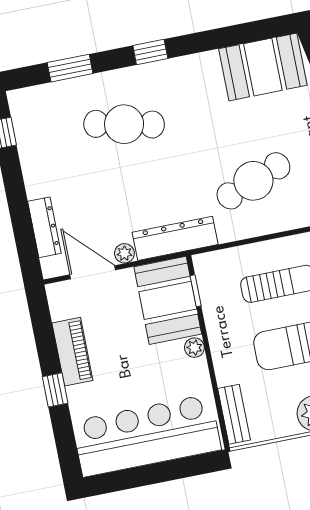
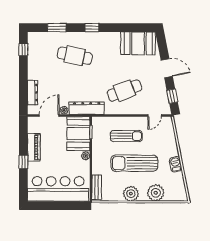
door: (93, 272) -> (49, 116), hinge flipped

